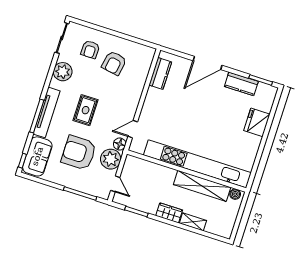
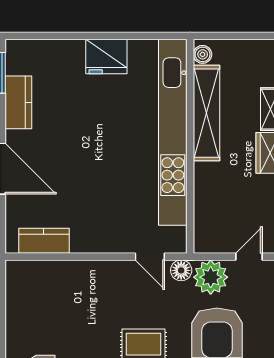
armchair: (114, 63) -> (51, 322), removed
fridge: (257, 122) -> (106, 56), moved

